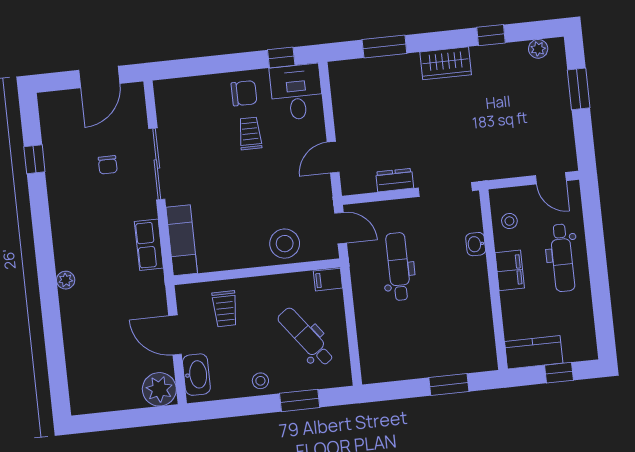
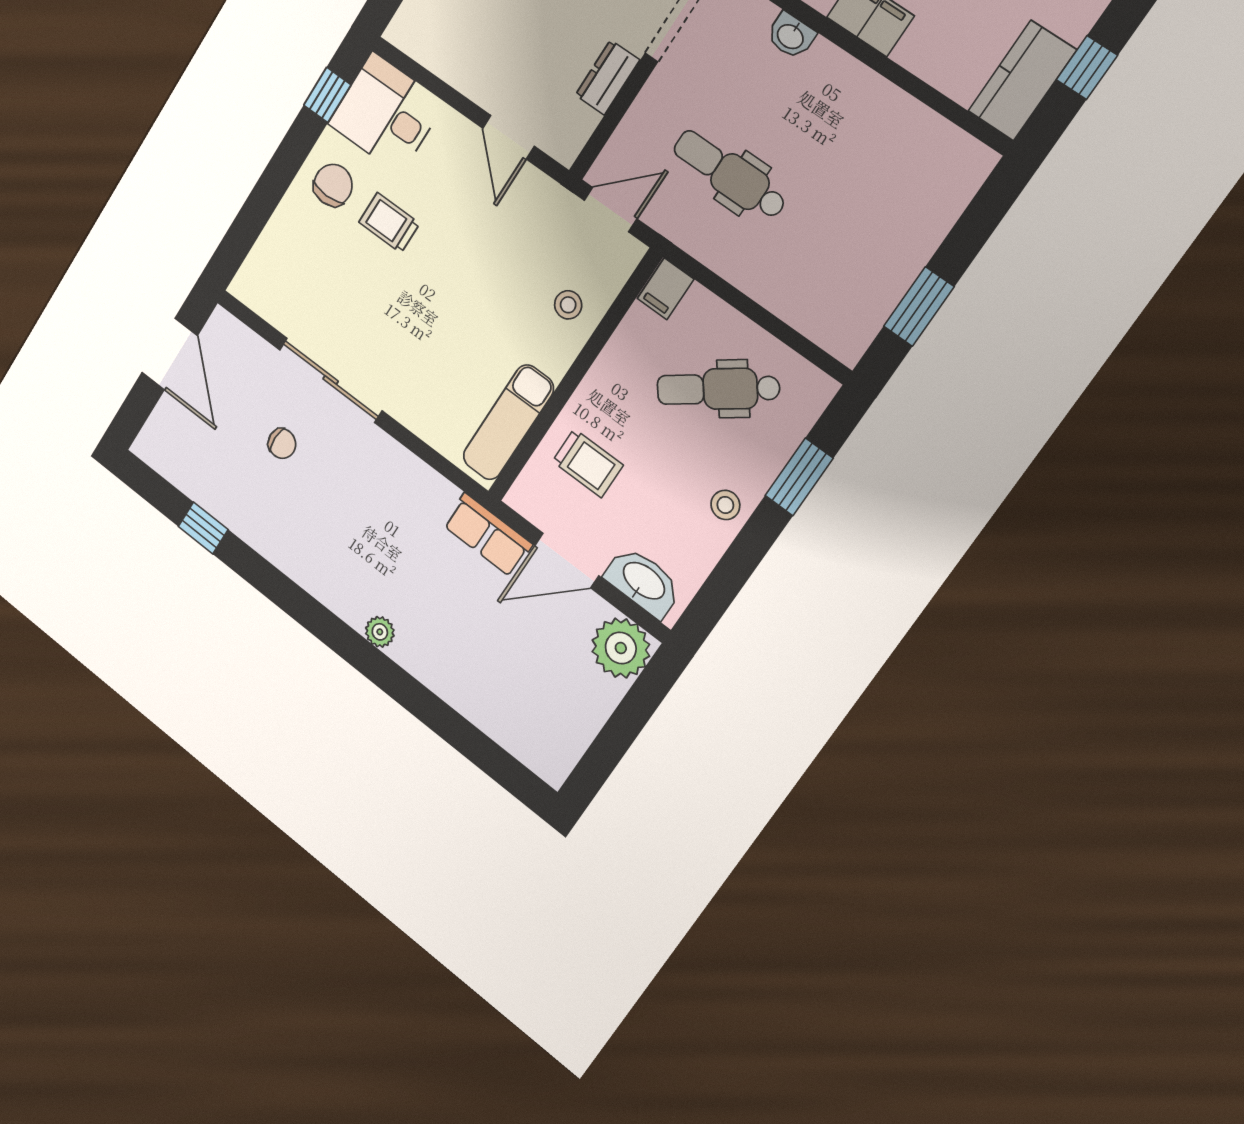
exam couch: (182, 240) -> (508, 422), moved, turned -90
stool: (285, 244) -> (568, 305), width x0.53, depth x0.53
row of seats: (149, 245) -> (488, 535), moved
window: (449, 384) -> (919, 307), moved

